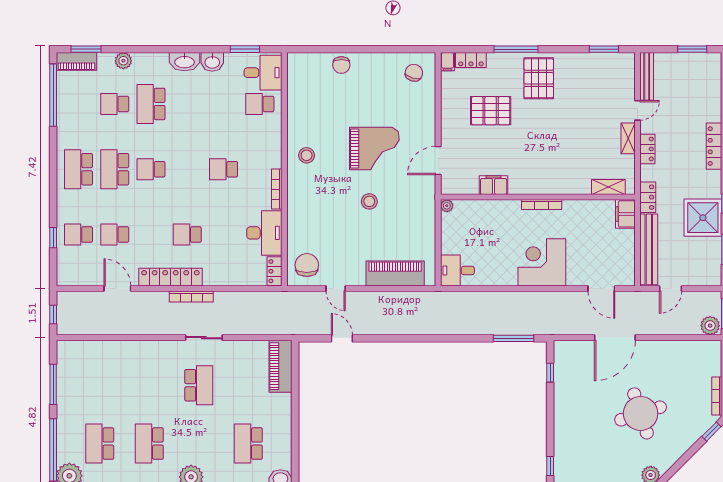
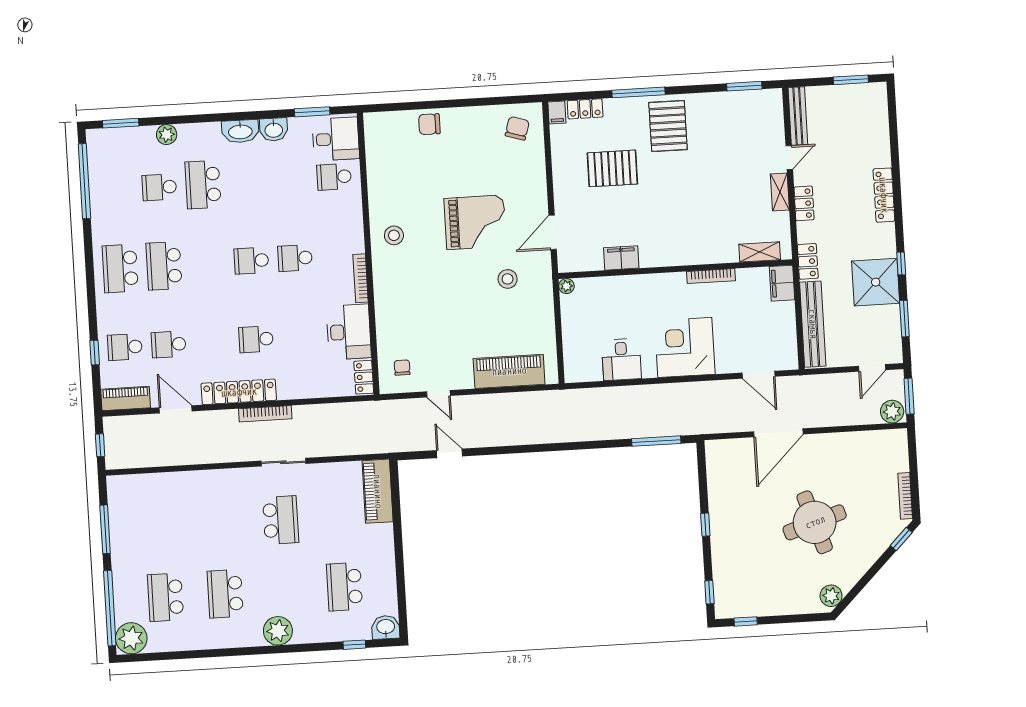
piano: (76, 61) -> (126, 398), moved, turned 180
chair: (341, 65) -> (429, 124), turned 90
school desk: (151, 169) -> (251, 261), moved
stool: (369, 201) -> (508, 279), moved
bookcase: (542, 205) -> (711, 276), moved
chair: (307, 265) -> (402, 368), width x0.54, depth x0.54
desk: (457, 270) -> (621, 360), moved, turned -90
door: (671, 289) -> (872, 368), moved
window: (550, 373) -> (705, 525), moved

